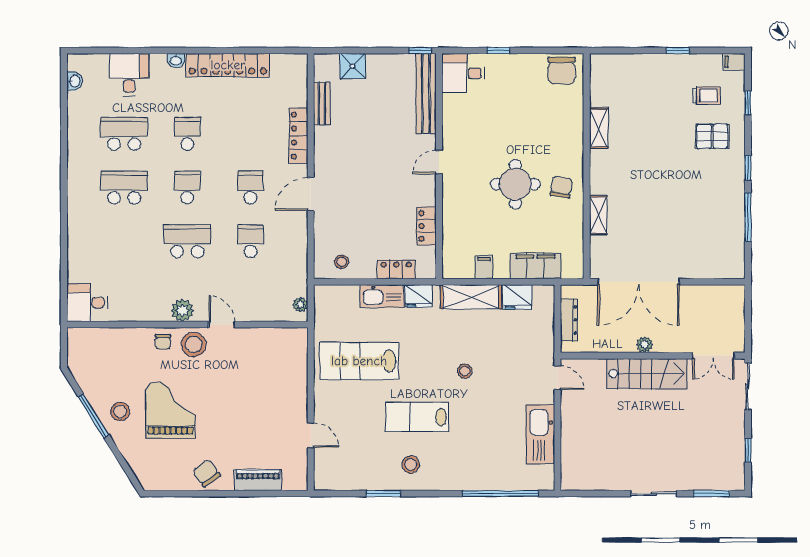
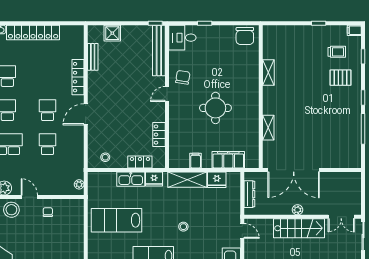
chair: (561, 187) -> (183, 77), moved
chair: (251, 348) -> (48, 212), added

